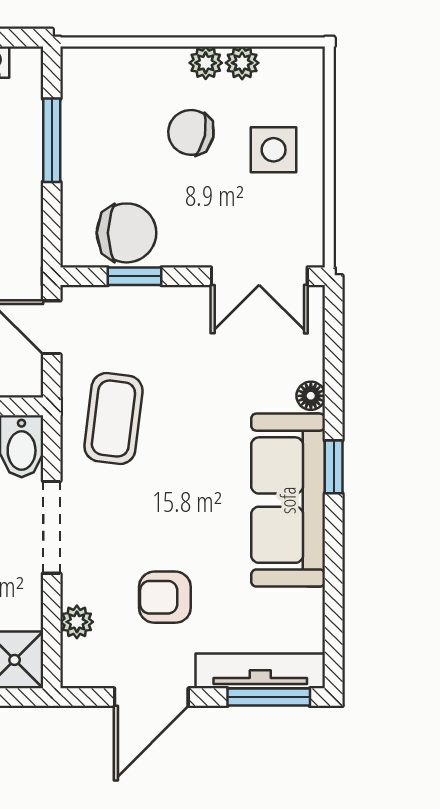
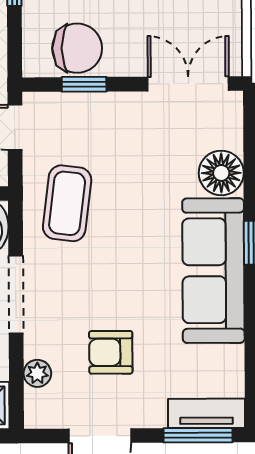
double door: (259, 276) -> (188, 84), swing flipped
floor lamp: (311, 396) -> (221, 173), width x1.89, depth x1.89
tv unit: (260, 671) -> (207, 413), width x0.71

